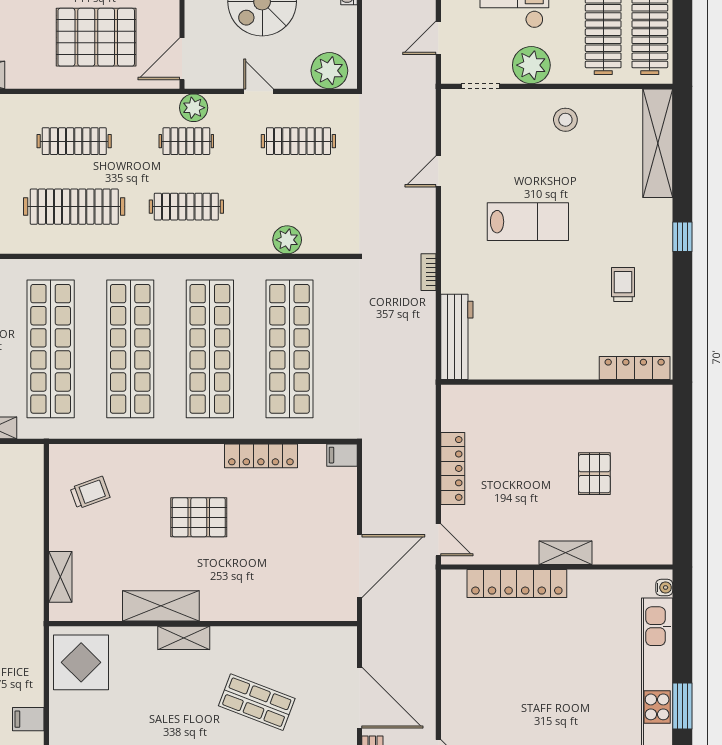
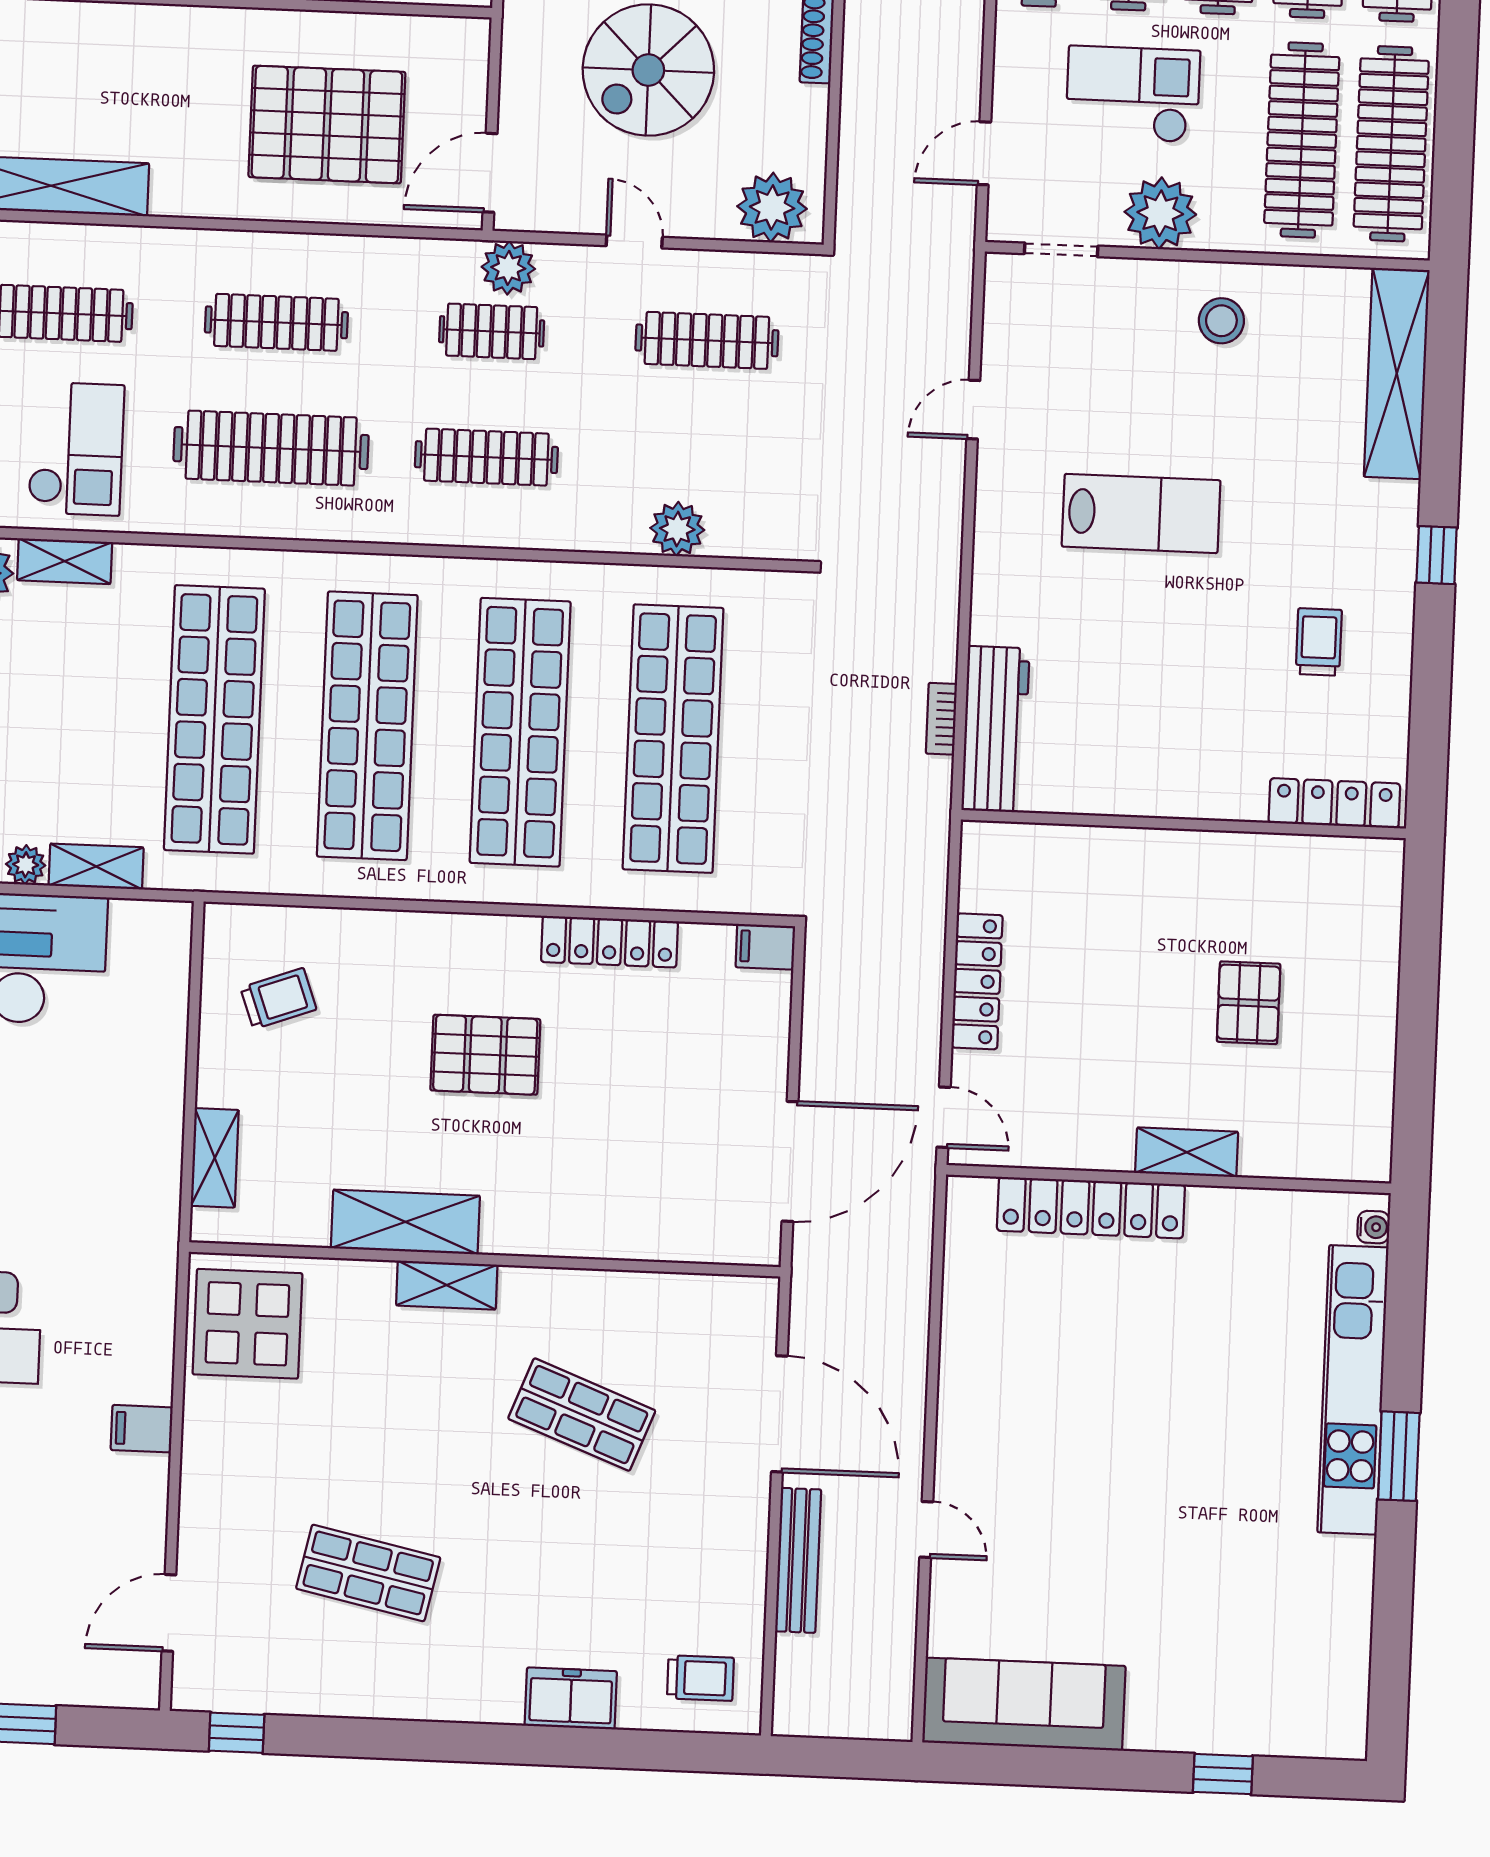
bookcase: (429, 272) -> (941, 719), moved

